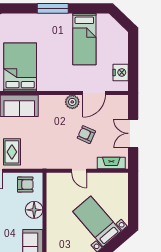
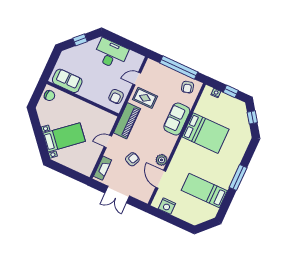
double door: (133, 133) -> (117, 194), swing flipped
piano: (46, 160) -> (127, 121), added
floor lamp: (34, 210) -> (94, 94), removed

